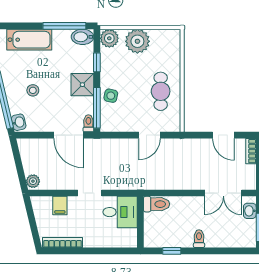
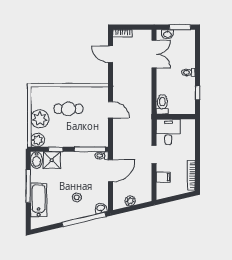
window: (64, 26) -> (28, 186), moved
shower: (82, 85) -> (52, 160), moved
cafe table: (161, 91) -> (68, 109), moved
side table: (111, 96) -> (81, 139), removed
door: (223, 135) -> (110, 54), swing flipped
plant: (33, 181) -> (130, 201), moved

